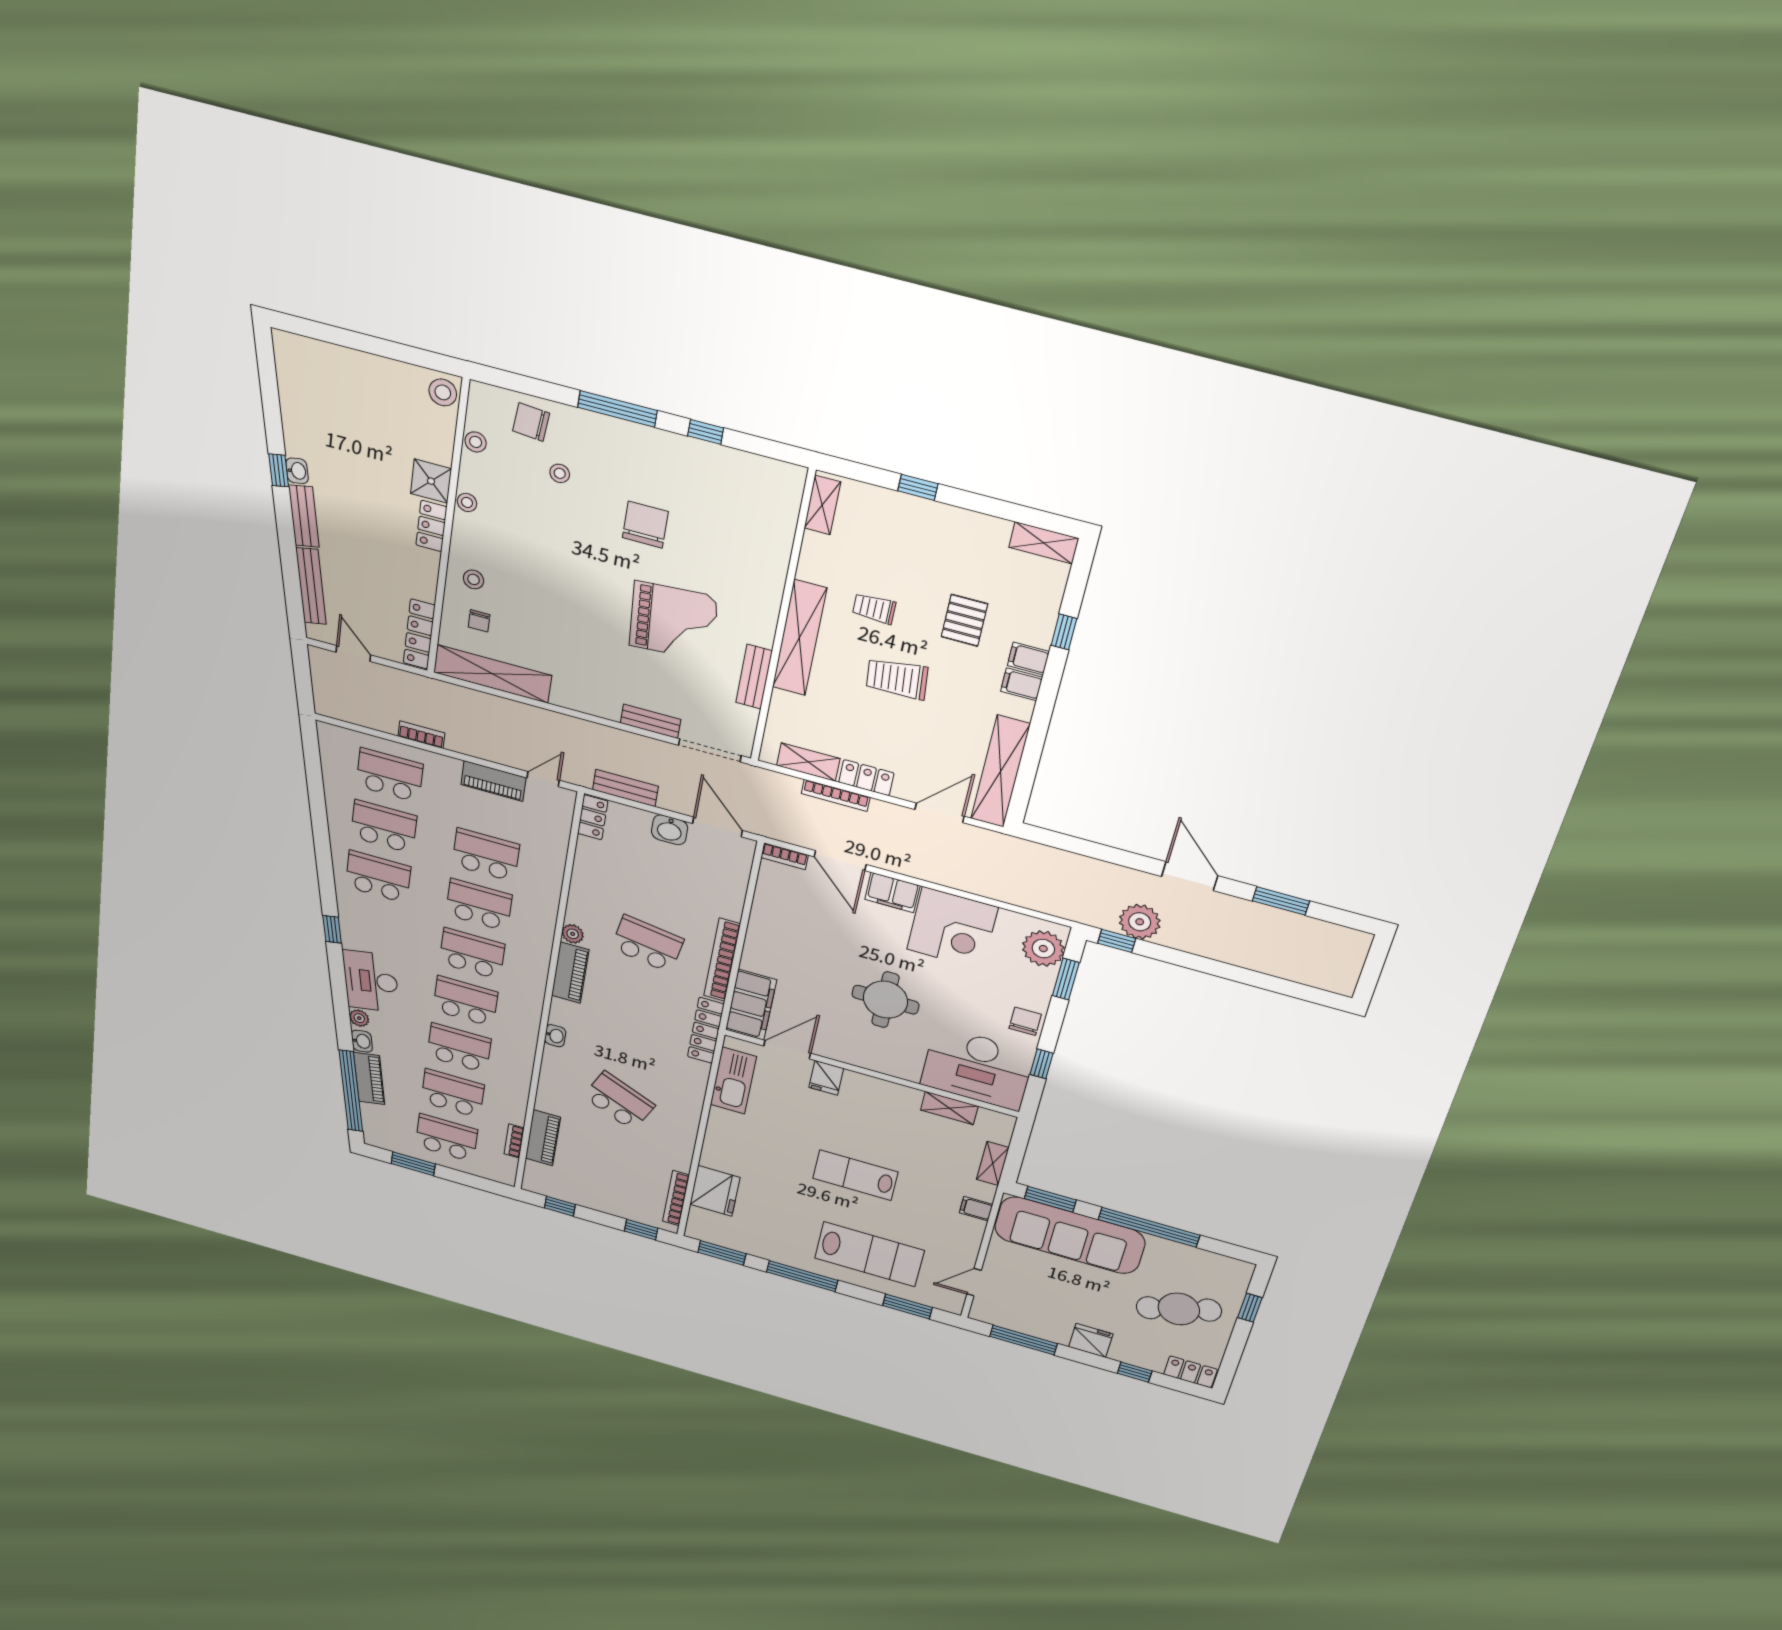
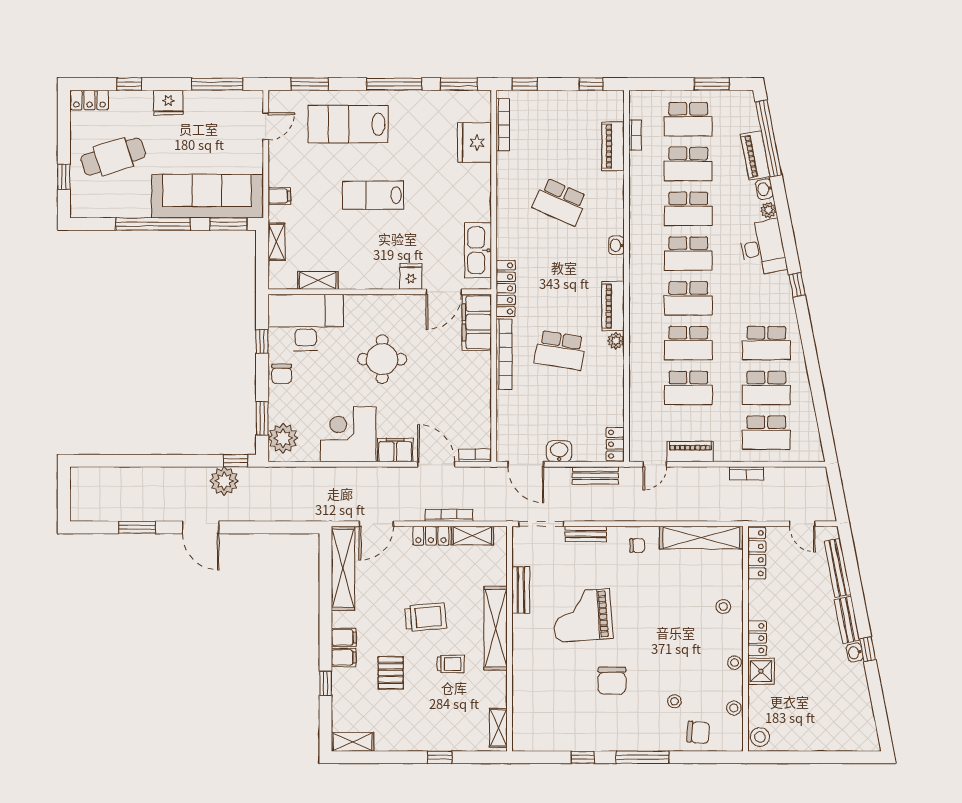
chair: (479, 621) -> (637, 545), moved, turned 90
lab bench: (855, 1175) -> (373, 195), turned 180

